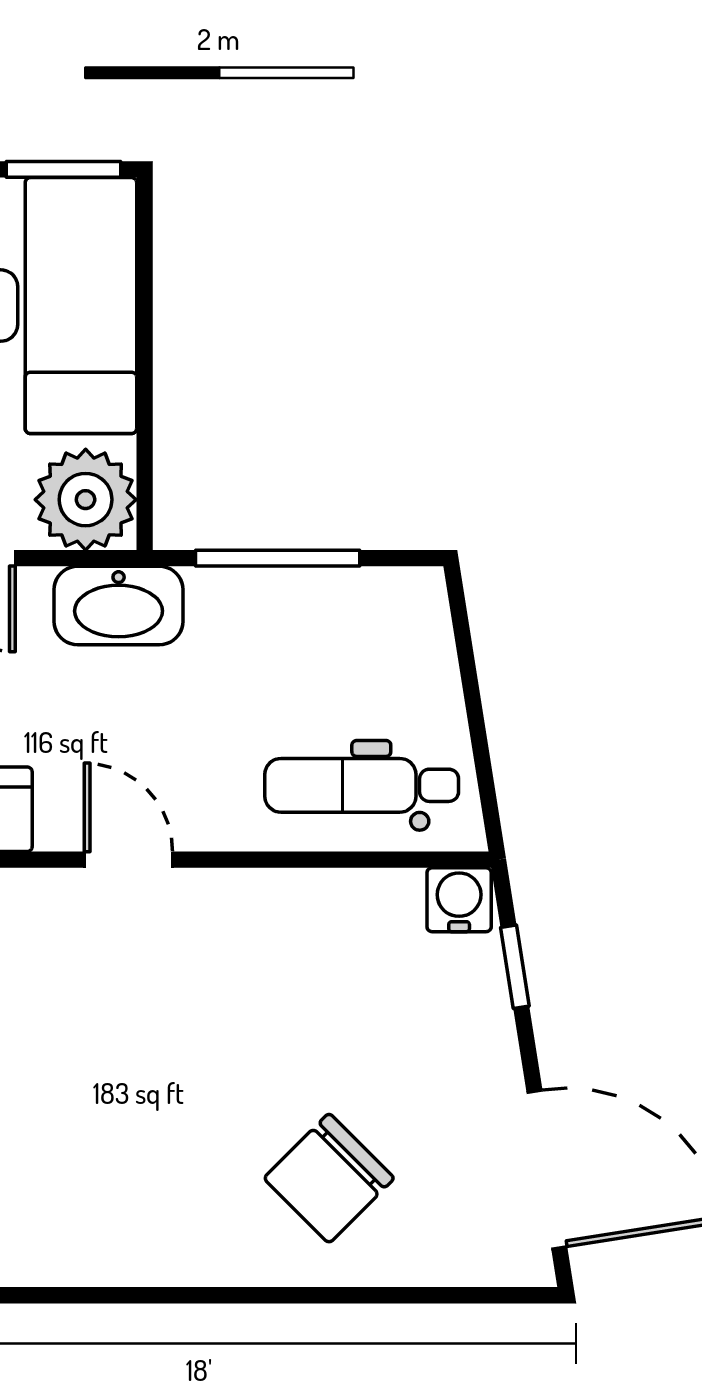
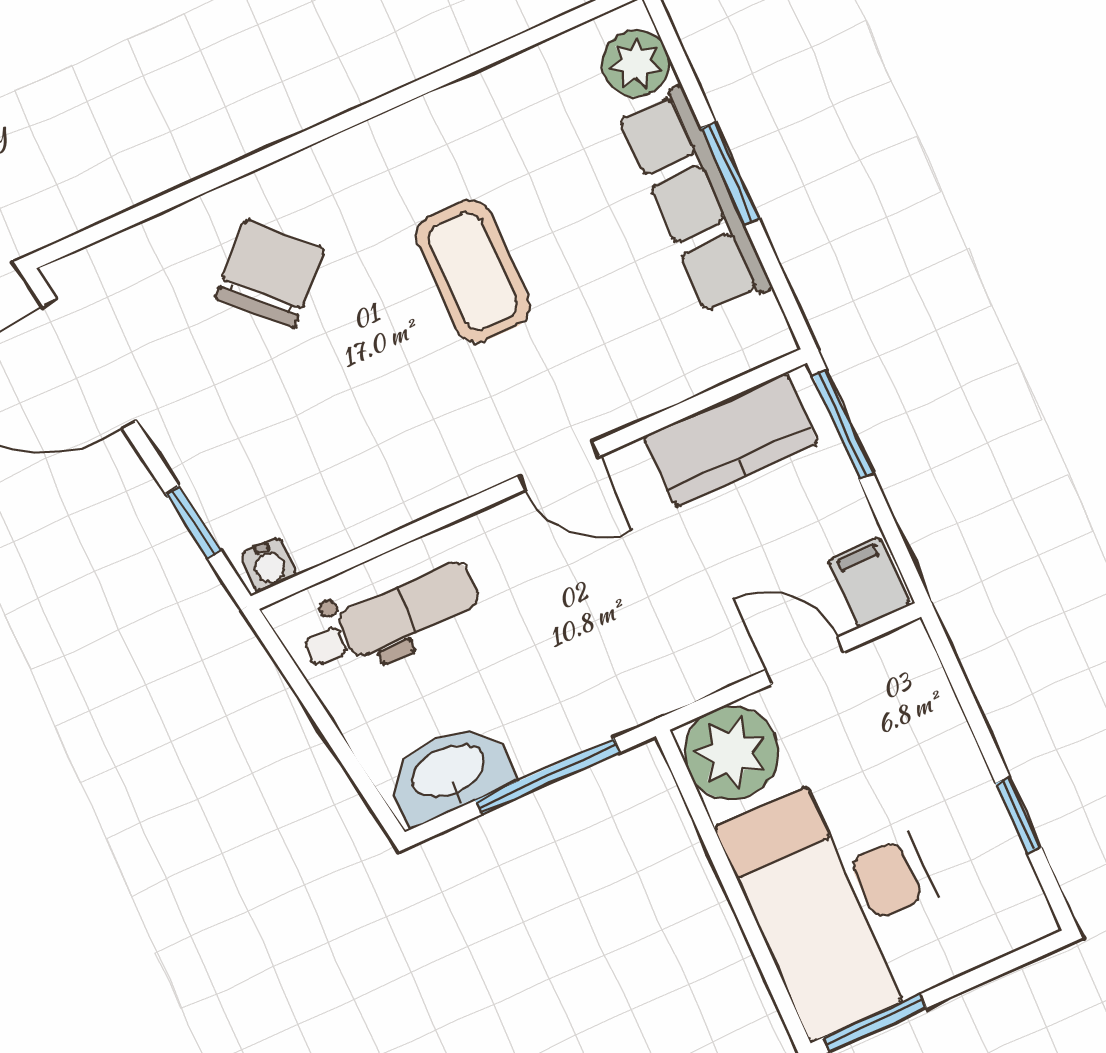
washbasin: (119, 606) -> (449, 773), moved
water cooler: (459, 900) -> (269, 565), width x0.72, depth x0.72
coffee table: (127, 1090) -> (473, 271), added

